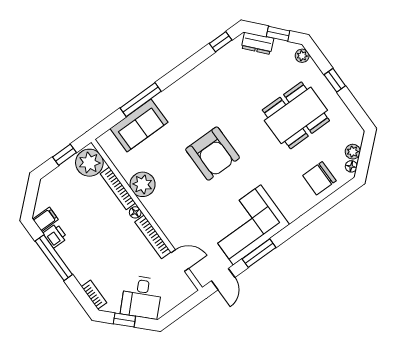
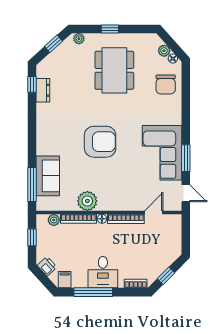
dresser: (257, 43) -> (43, 90), moved, turned -48
window: (141, 100) -> (32, 184), moved
plant: (89, 163) -> (54, 220), width x0.53, depth x0.53
printer: (55, 236) -> (47, 266), moved, turned 48
desk: (141, 297) -> (103, 272), moved, turned 45

